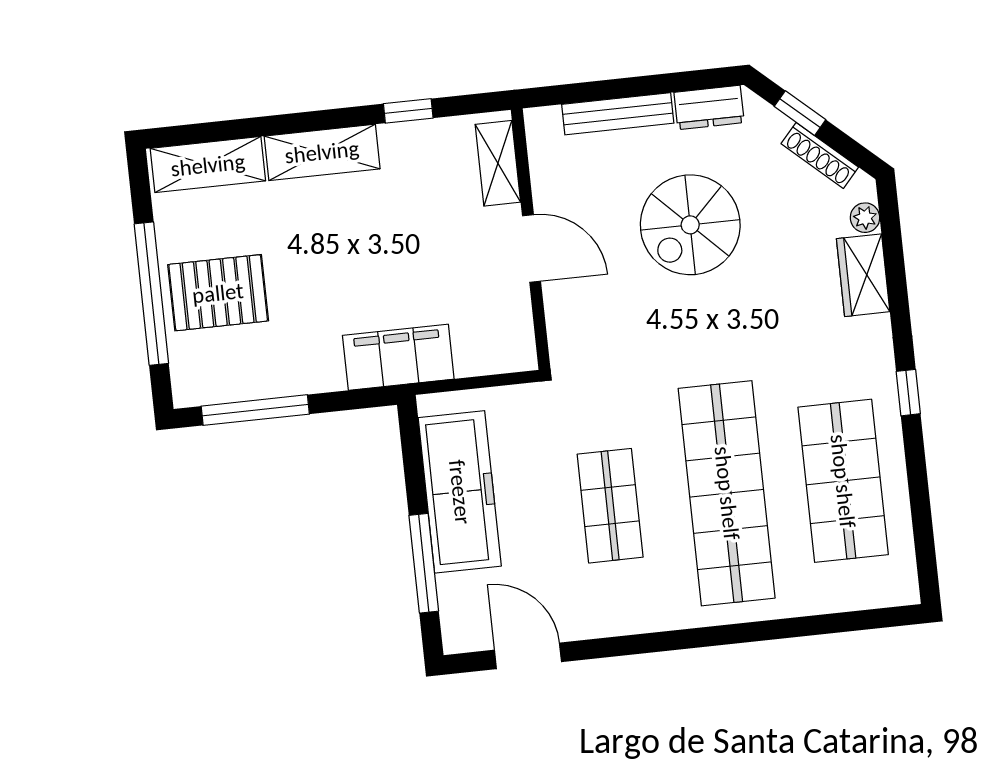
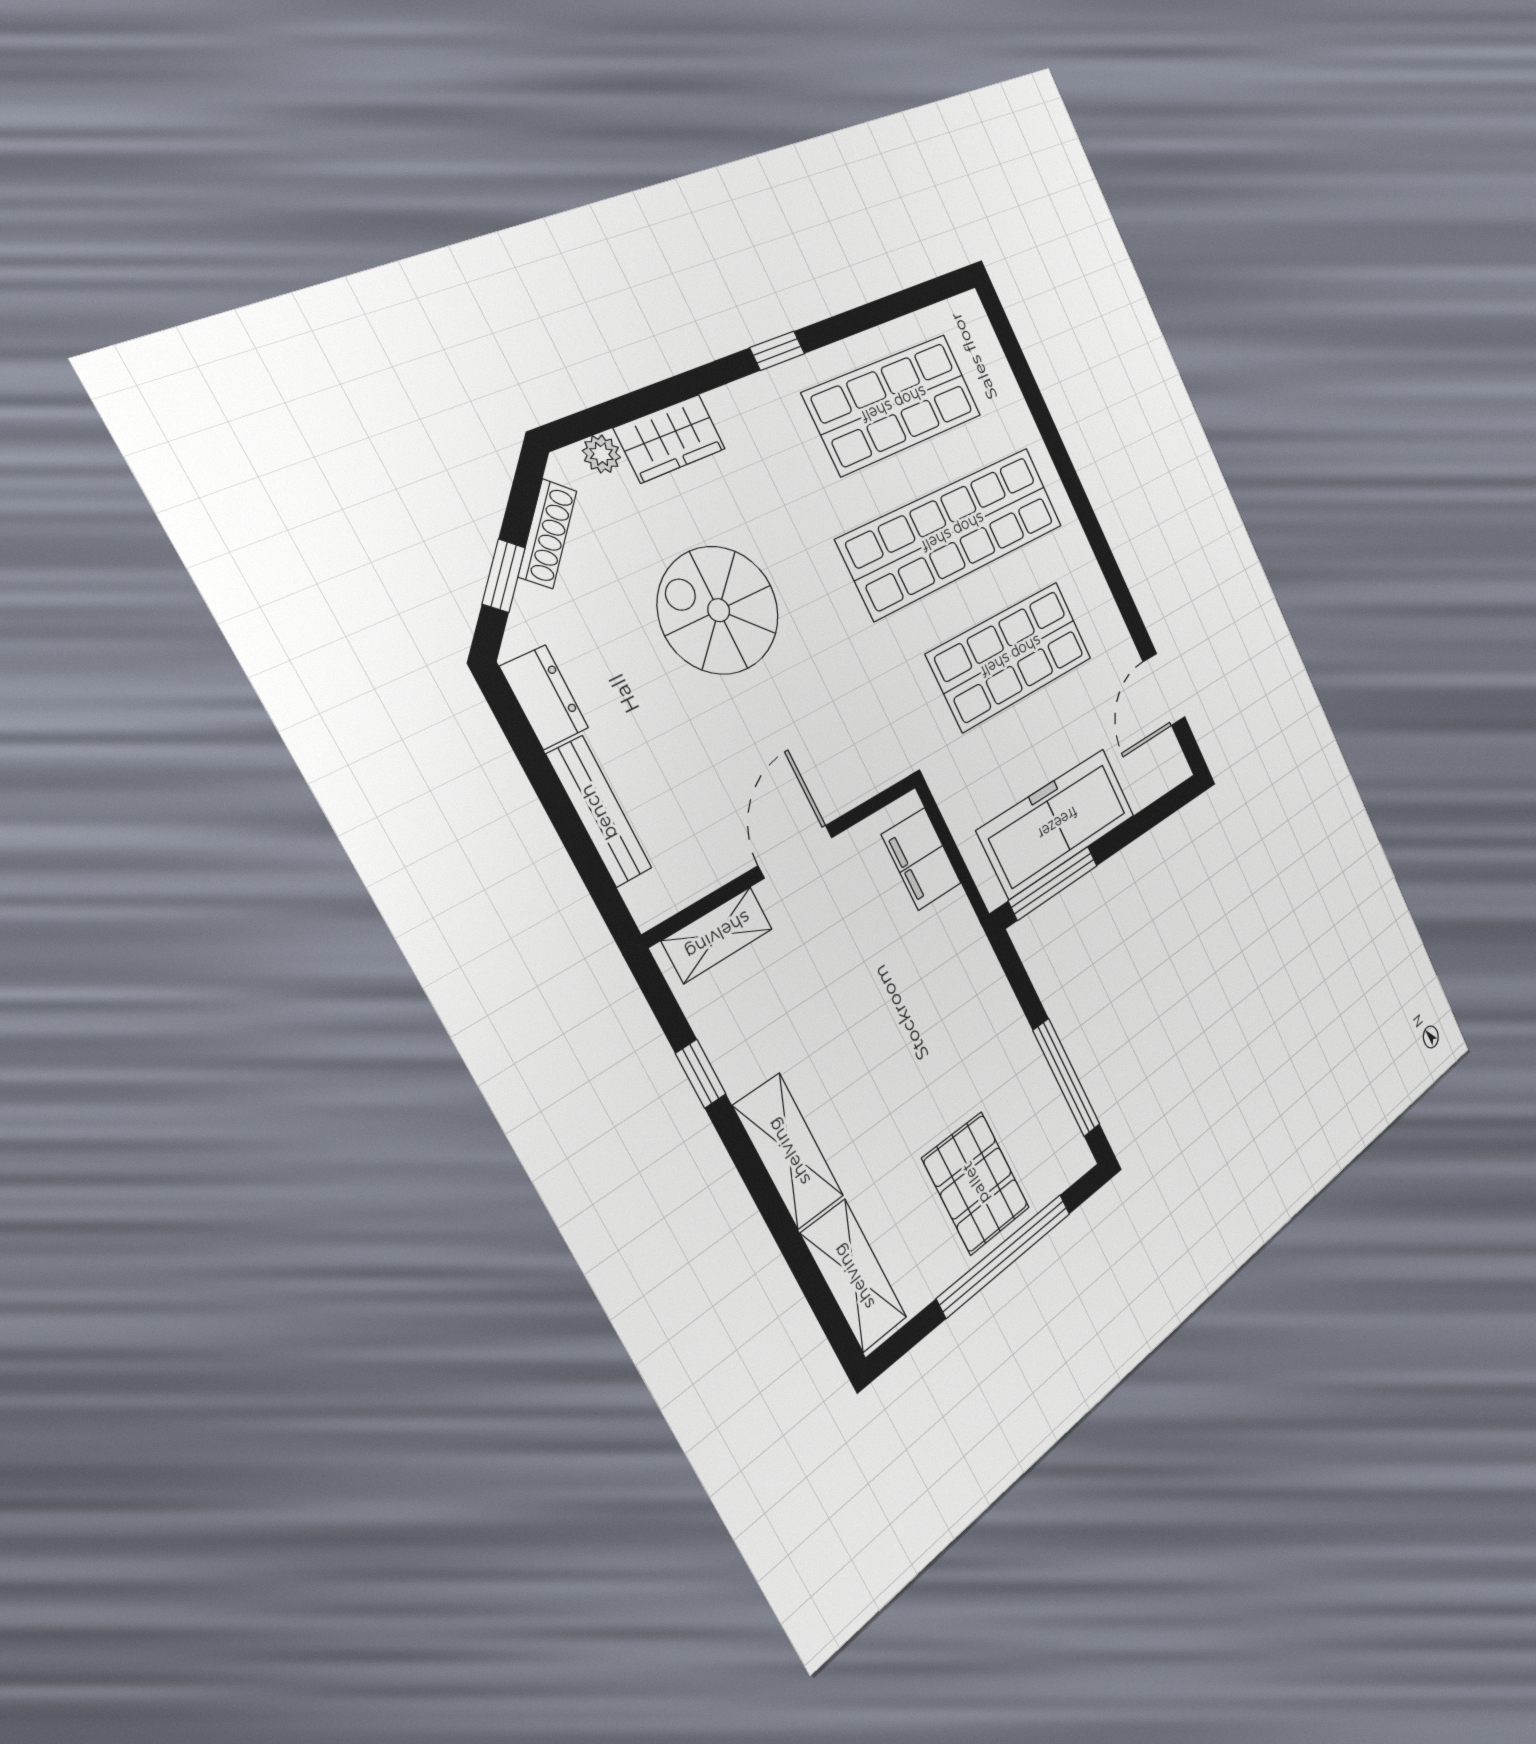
spiral stairs: (690, 225) -> (719, 610), moved, turned 180
filing cabinet: (398, 357) -> (922, 859), moved, width x0.67, depth x0.86
shop shelf: (610, 506) -> (1011, 656), width x1.43, depth x1.36
window: (424, 563) -> (1053, 883), moved

